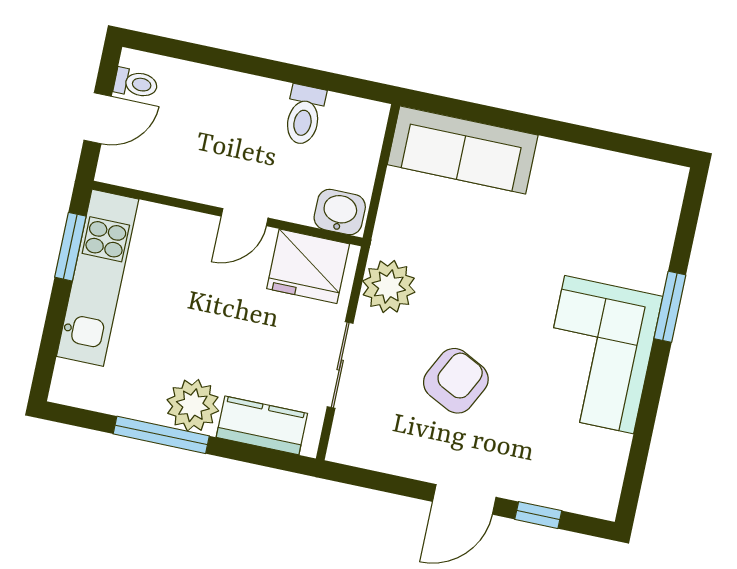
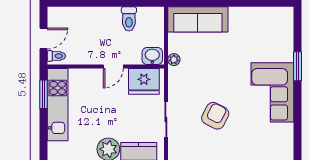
toilet: (136, 83) -> (56, 56), moved
plant: (389, 286) -> (174, 60), moved, width x0.53, depth x0.53

